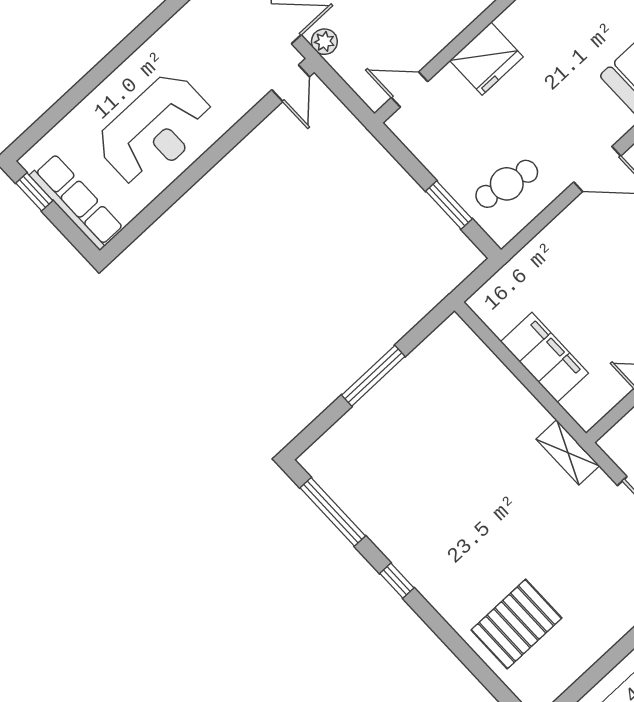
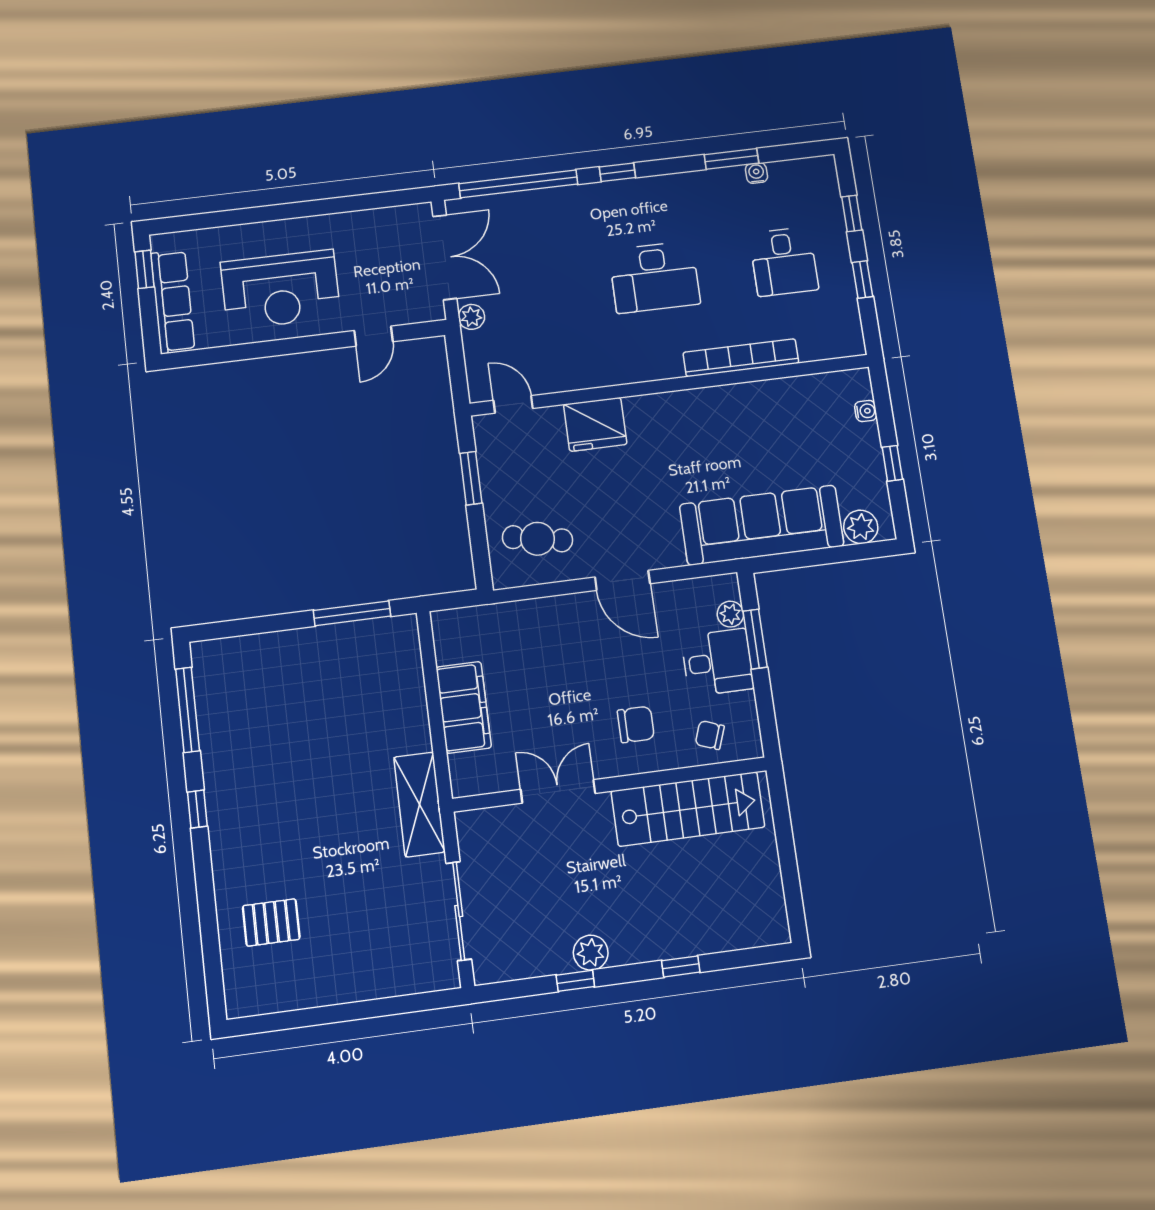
door: (291, 83) -> (374, 336), moved
window: (449, 205) -> (471, 478), moved
window: (373, 376) -> (352, 613), moved
shelving: (568, 452) -> (419, 804), width x1.50, depth x1.33
pallet: (516, 624) -> (271, 922), width x0.67, depth x0.71

